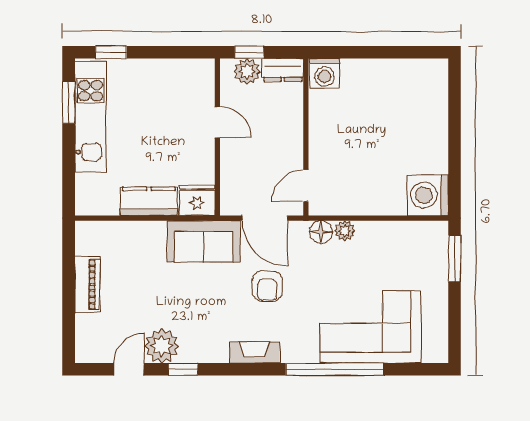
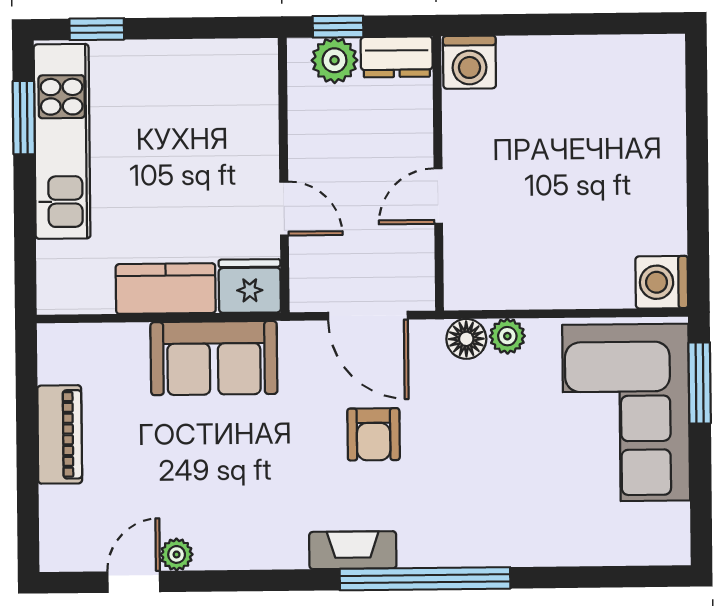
door: (217, 122) -> (284, 209), moved
door: (306, 186) -> (438, 196), moved
washing machine: (428, 195) -> (662, 282), width x0.73, depth x0.73
sofa: (204, 242) -> (214, 358), moved
corner sofa: (370, 327) -> (626, 413), moved, turned -90
plant: (162, 346) -> (177, 554), width x0.53, depth x0.53
window: (183, 369) -> (228, 581), removed
window: (335, 369) -> (425, 579), moved

